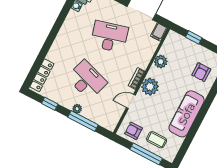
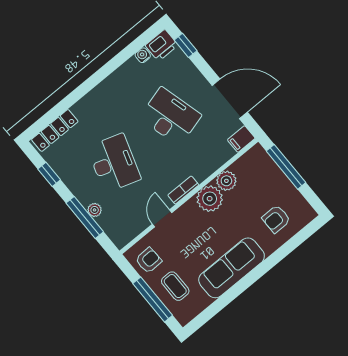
window: (194, 37) -> (286, 167), width x2.17
plant: (150, 87) -> (210, 199), moved
door: (131, 101) -> (162, 218), hinge flipped
plant: (77, 109) -> (95, 210), moved
armchair: (133, 131) -> (149, 260), turned 88

